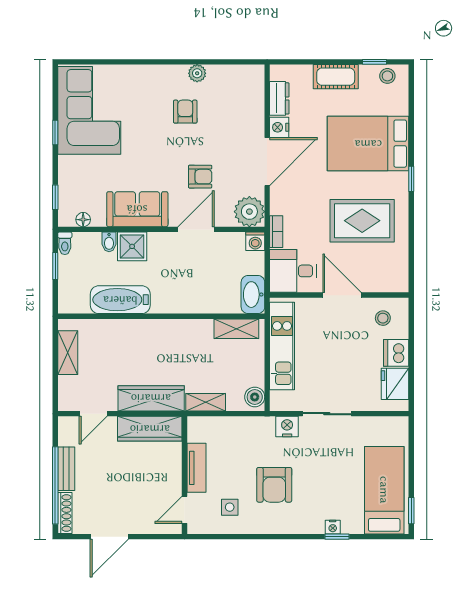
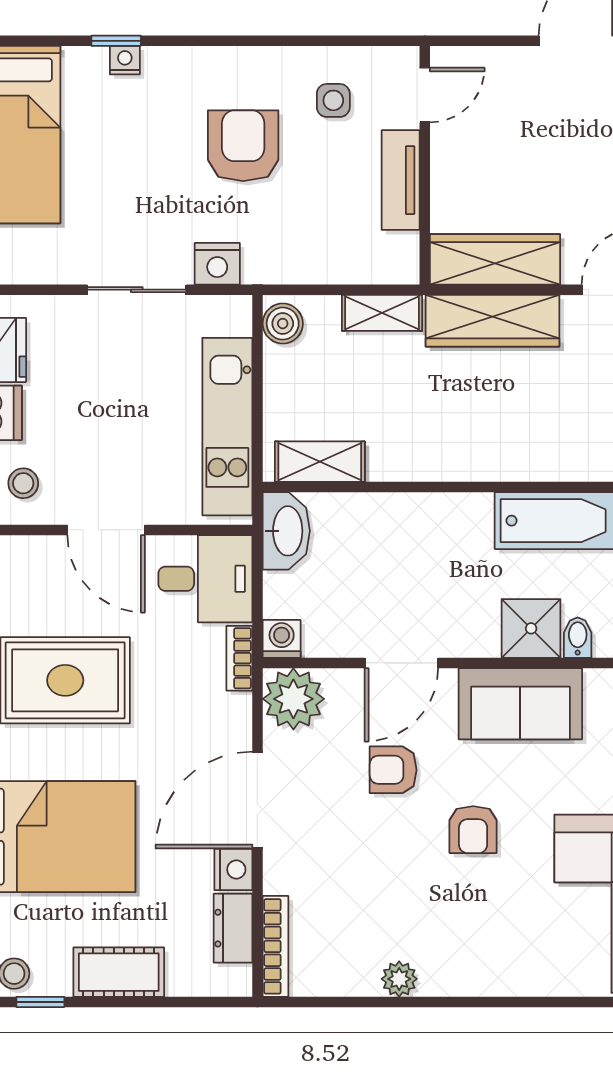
bookcase: (258, 89) -> (276, 946), added
armchair: (185, 112) -> (473, 830), moved

